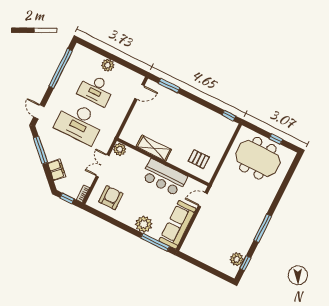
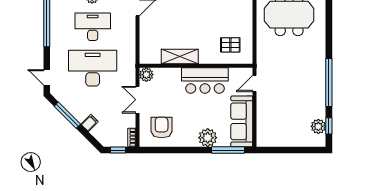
desk: (96, 90) -> (93, 27), turned 180
desk: (79, 123) -> (93, 68), turned 180
filing cabinet: (57, 170) -> (90, 123), width x0.50
window: (263, 228) -> (329, 82), width x1.46

